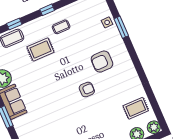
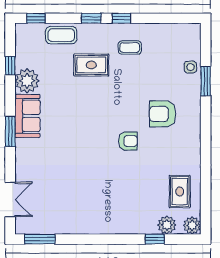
window: (14, 24) -> (91, 18), moved
rug: (136, 108) -> (180, 192), turned 90

